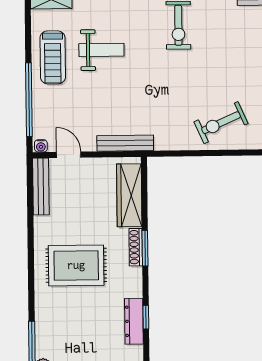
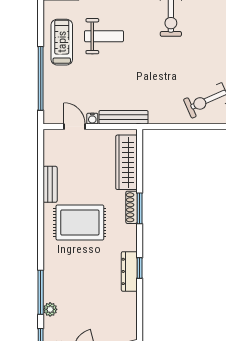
treadmill: (53, 57) -> (62, 42), turned 180
water cooler: (41, 146) -> (92, 119), moved
bench: (41, 186) -> (50, 184), moved, width x0.73

